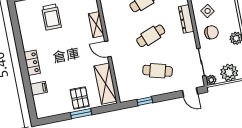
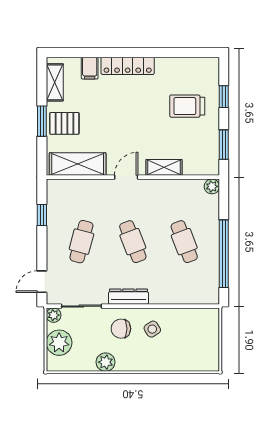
dresser: (186, 19) -> (128, 297), moved
chair: (211, 32) -> (121, 329), turned 90
locker: (32, 63) -> (128, 66), width x1.53
shelving: (53, 110) -> (55, 82), added

